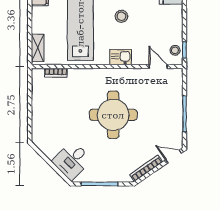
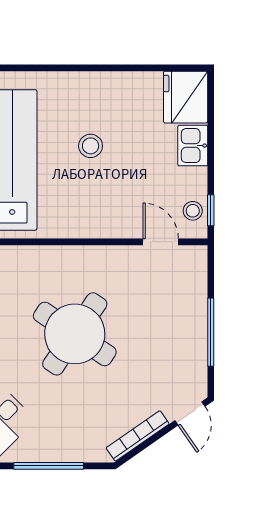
kitchen sink: (121, 57) -> (193, 146), moved, turned -90
round table: (113, 115) -> (75, 334), turned 34
door: (174, 156) -> (190, 414), swing flipped

